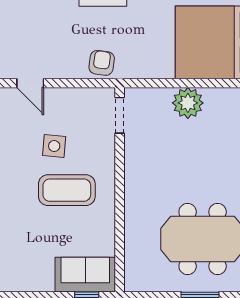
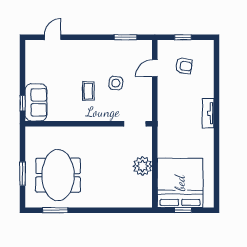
armchair: (102, 63) -> (184, 66), moved
coffee table: (67, 190) -> (88, 91), width x0.54, depth x0.58

